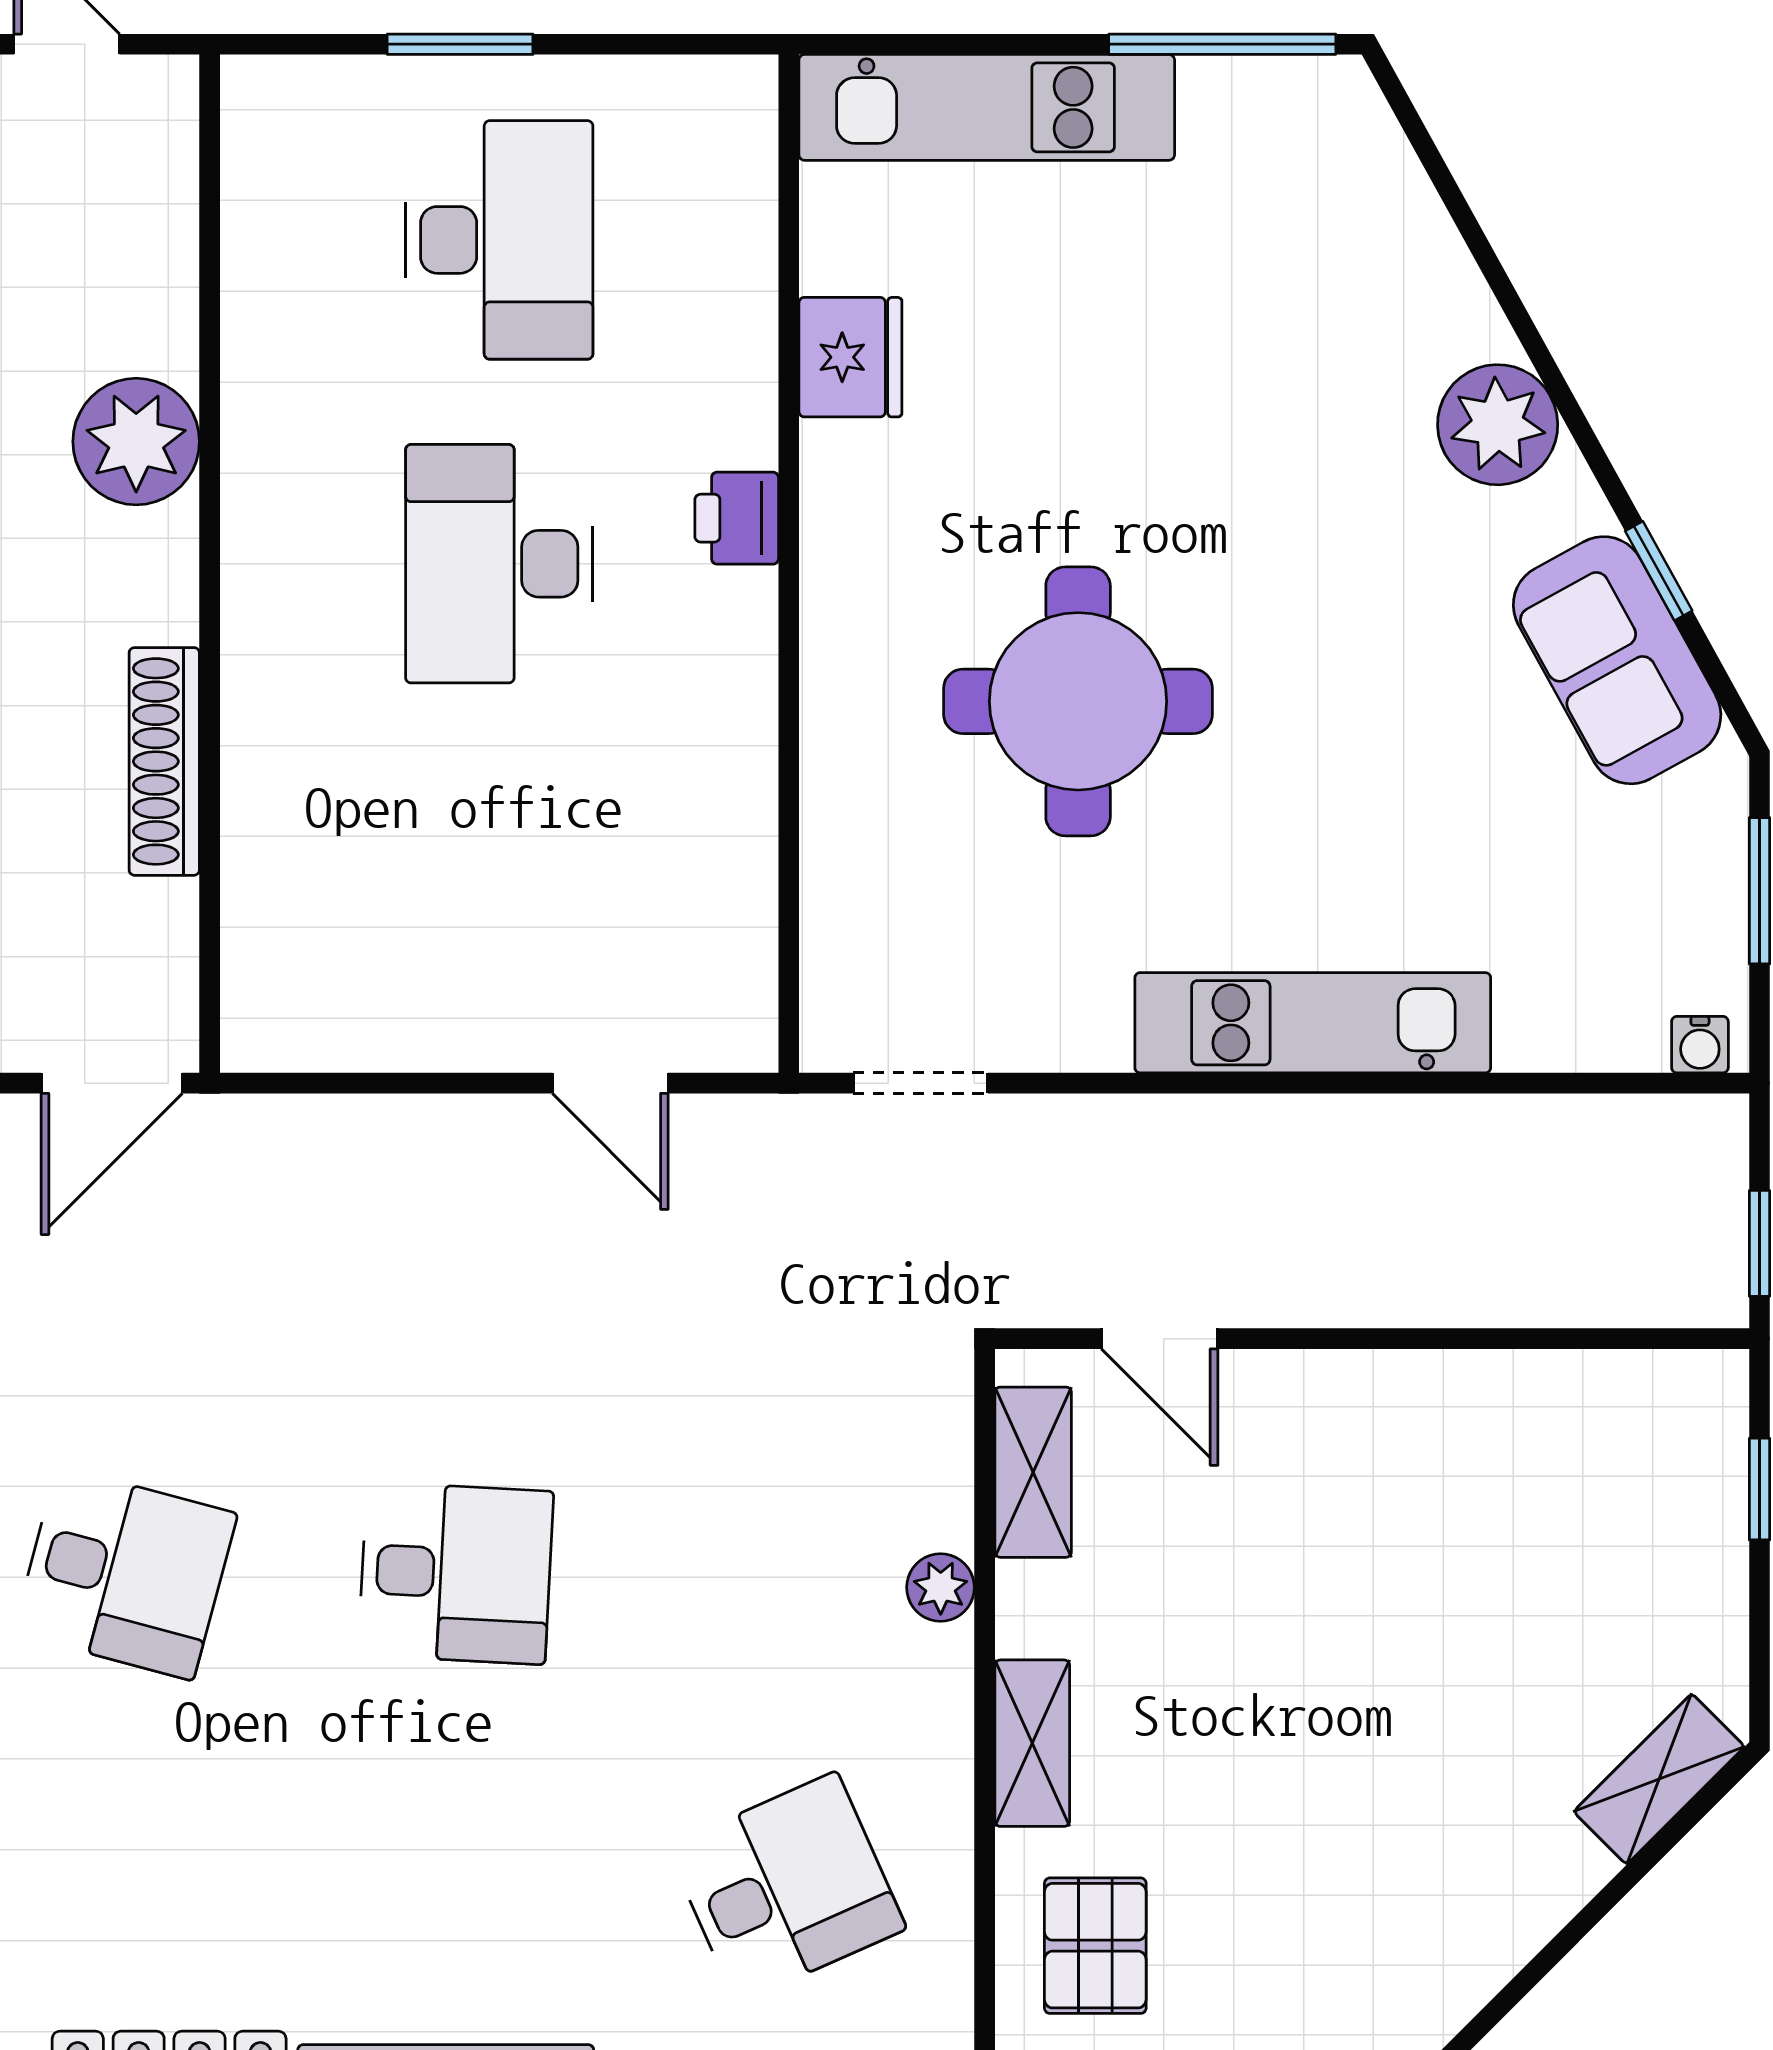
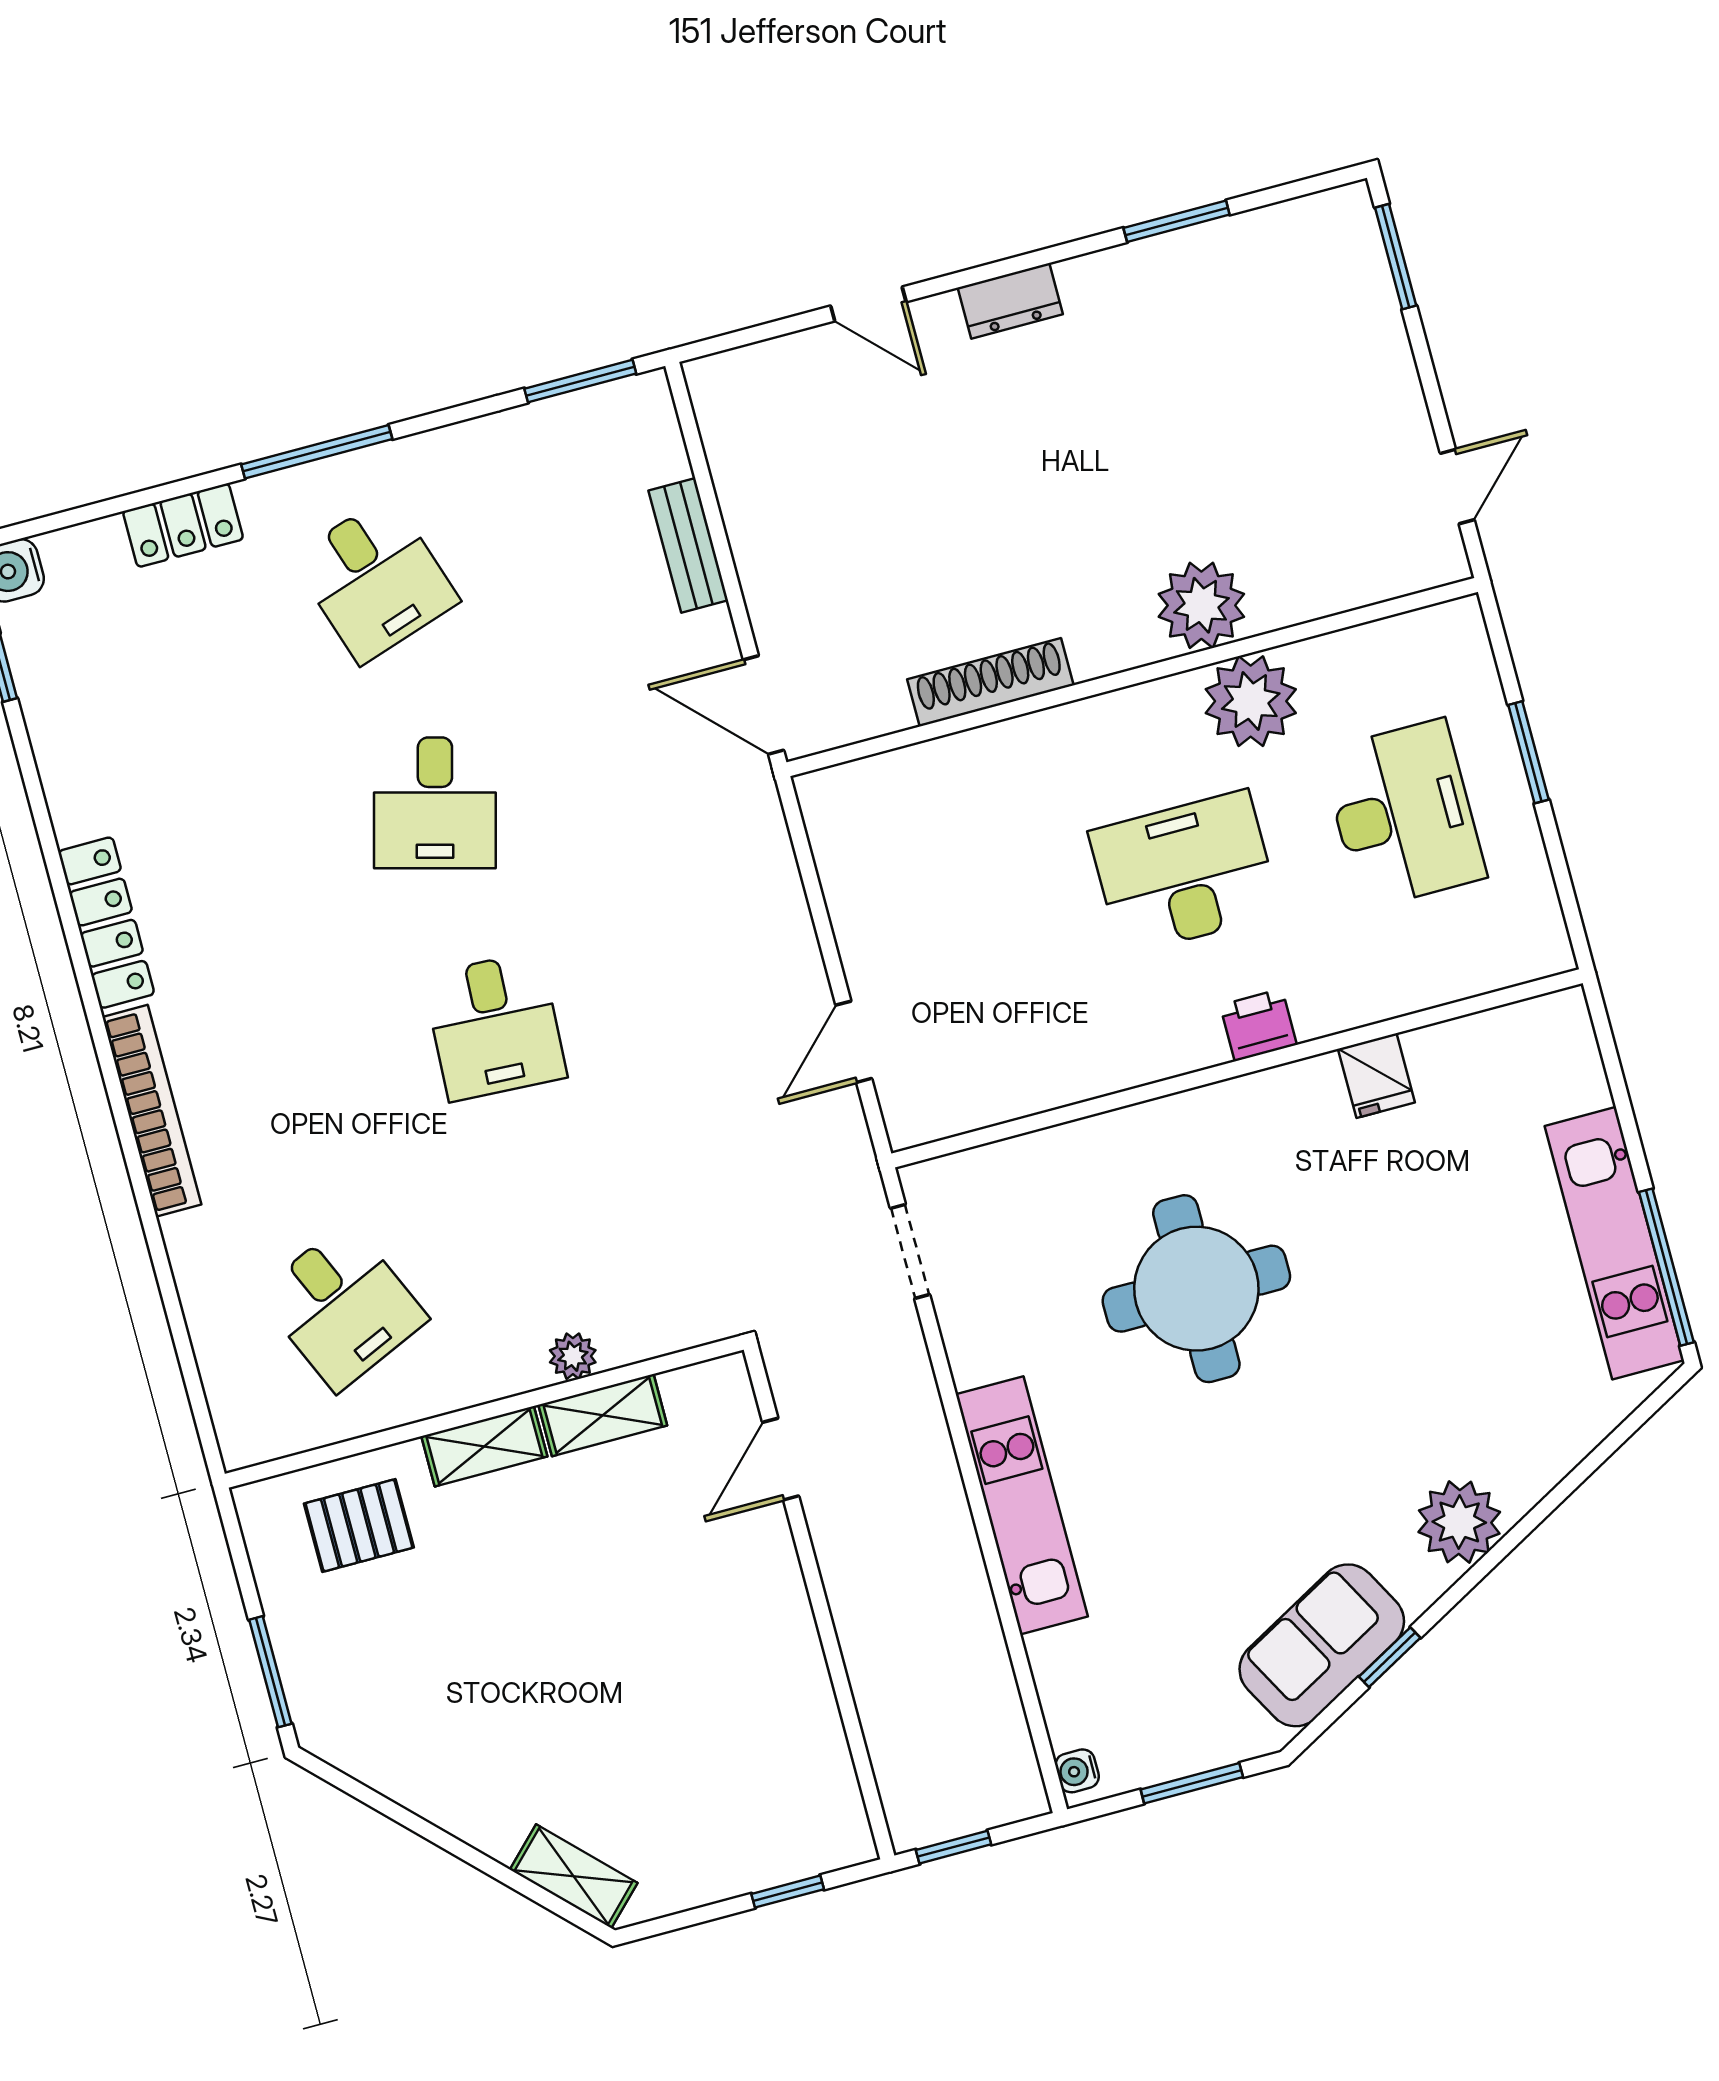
kitchen unit: (987, 107) -> (1614, 1243), moved
desk: (499, 240) -> (1403, 814), turned -90
fridge: (850, 357) -> (1376, 1076), width x0.72
plant: (287, 409) -> (1251, 701), added
shelving: (1033, 1472) -> (603, 1415), moved

